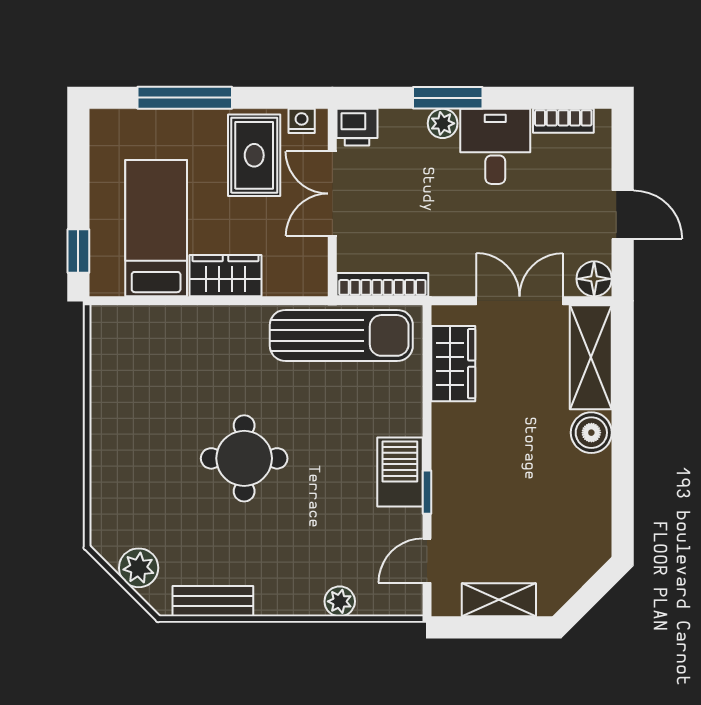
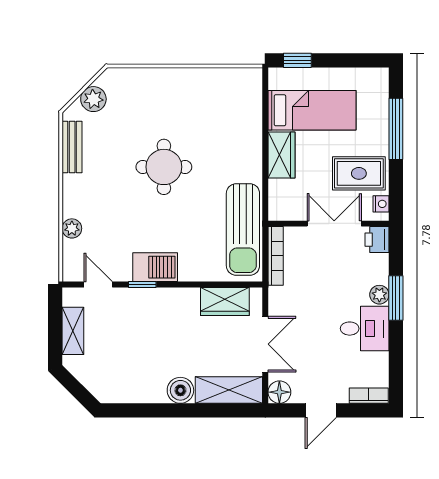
bookcase: (563, 121) -> (369, 396), moved, turned 90

